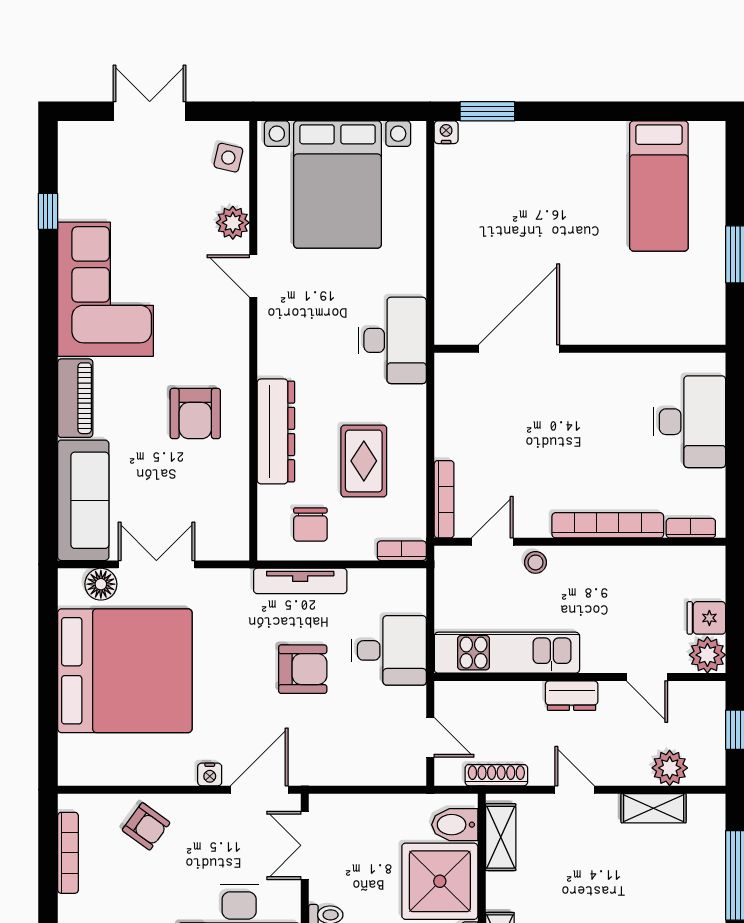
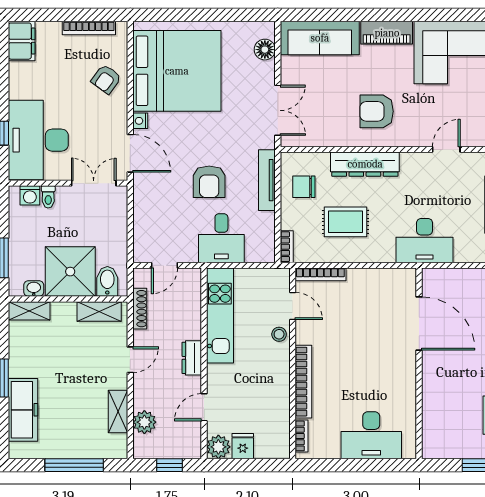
door: (253, 276) -> (446, 149), moved
double door: (156, 564) -> (278, 110), moved
bed: (125, 671) -> (177, 71), moved, turned -90

